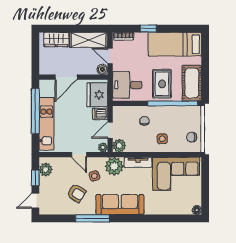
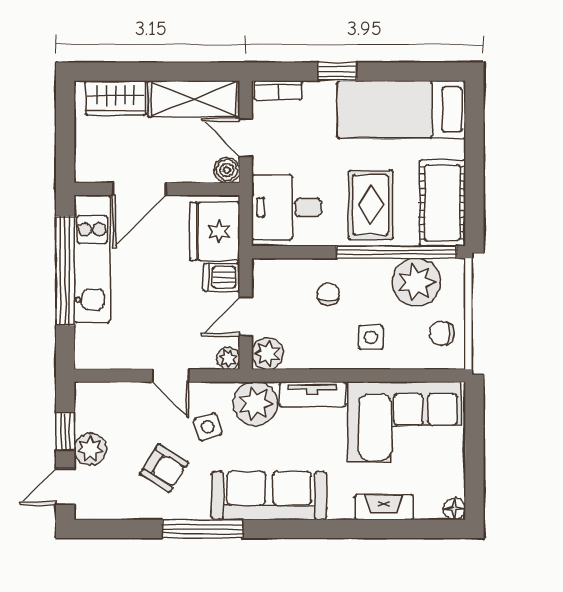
plant: (181, 116) -> (416, 282), added
kitchen unit: (46, 124) -> (92, 259), moved
plant: (46, 170) -> (90, 449), moved
fireplace: (168, 209) -> (384, 507), added

